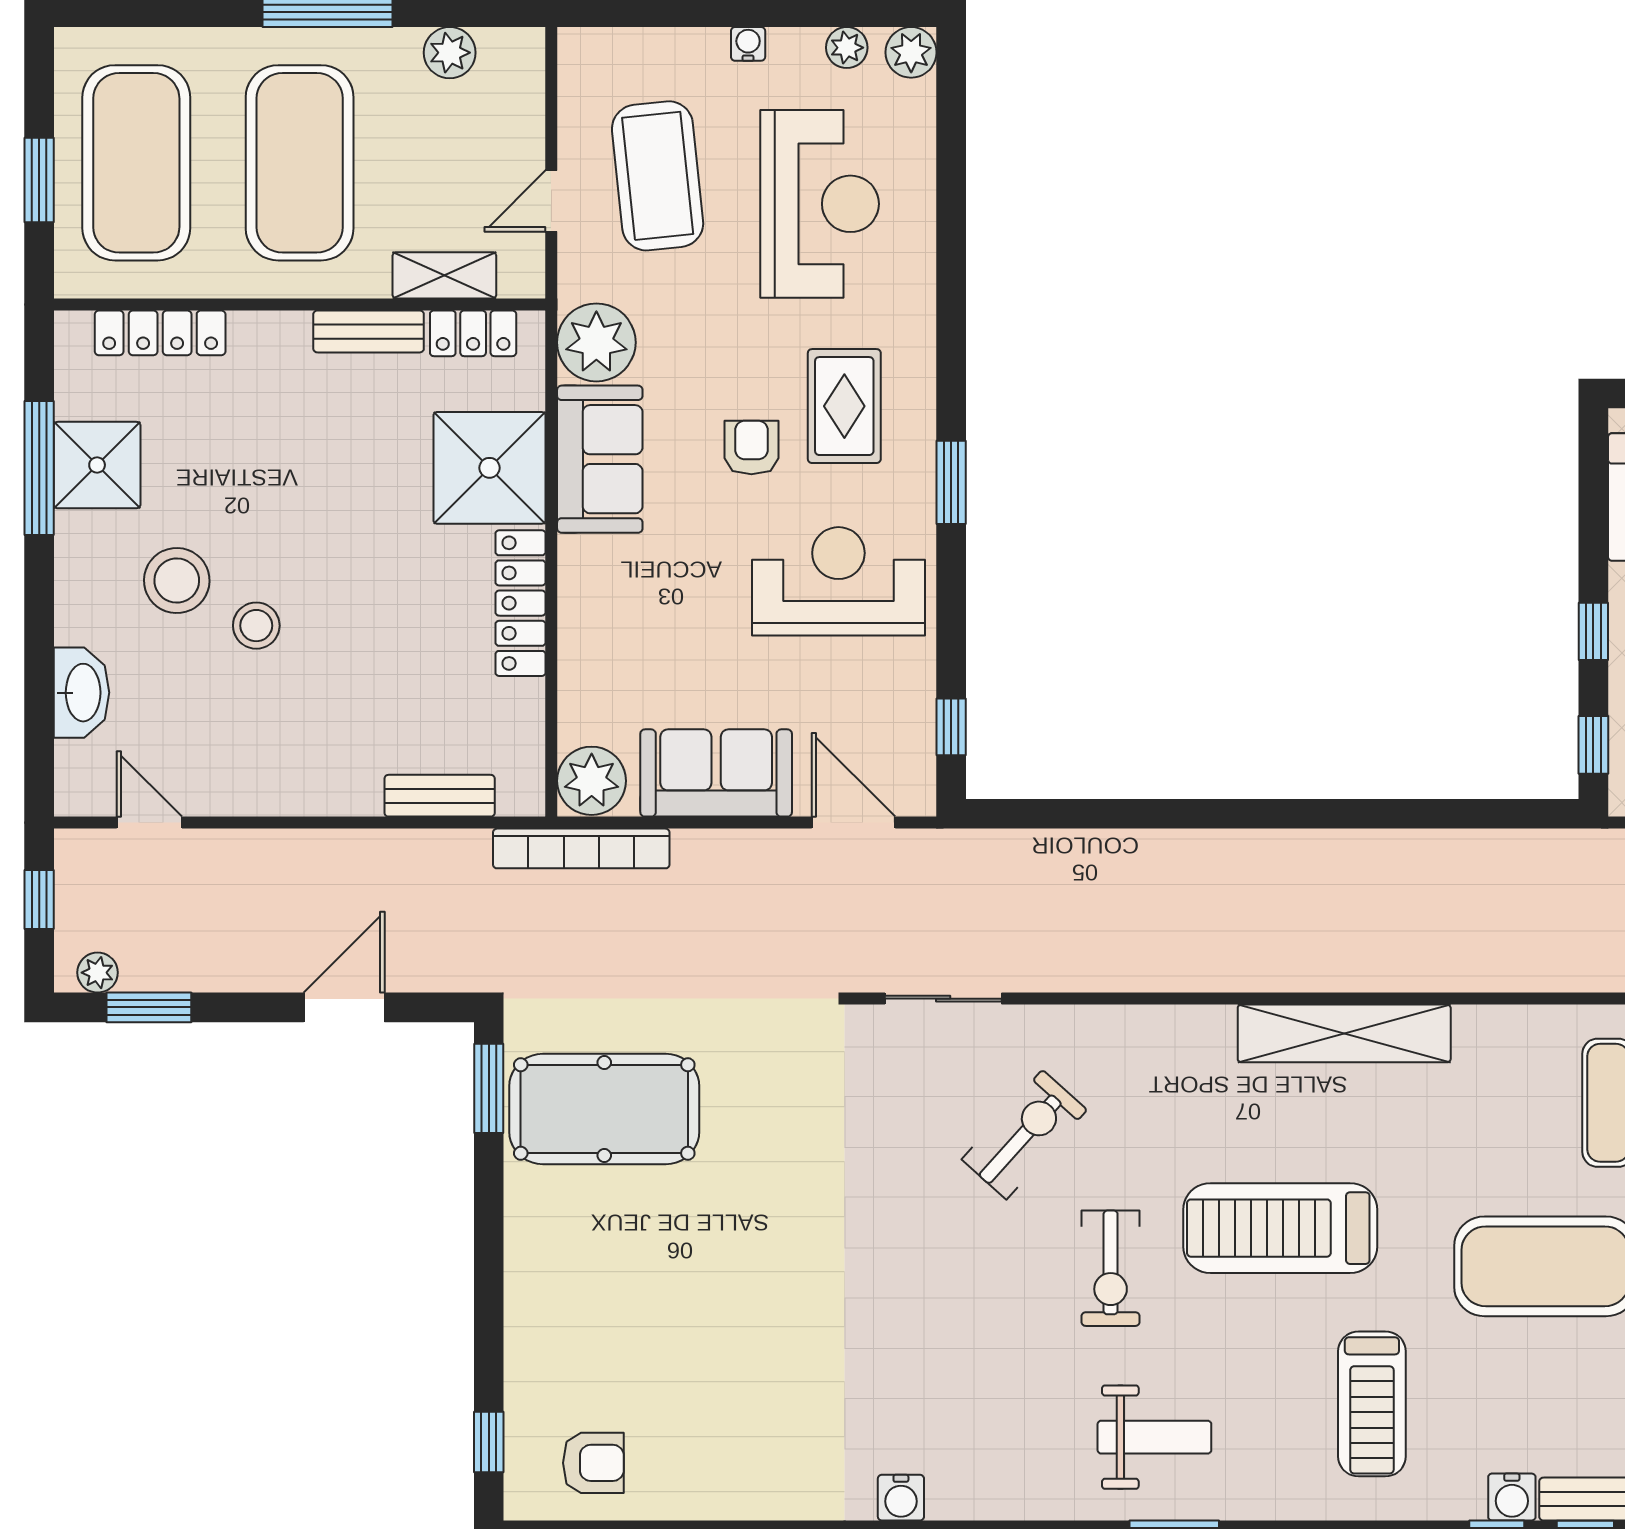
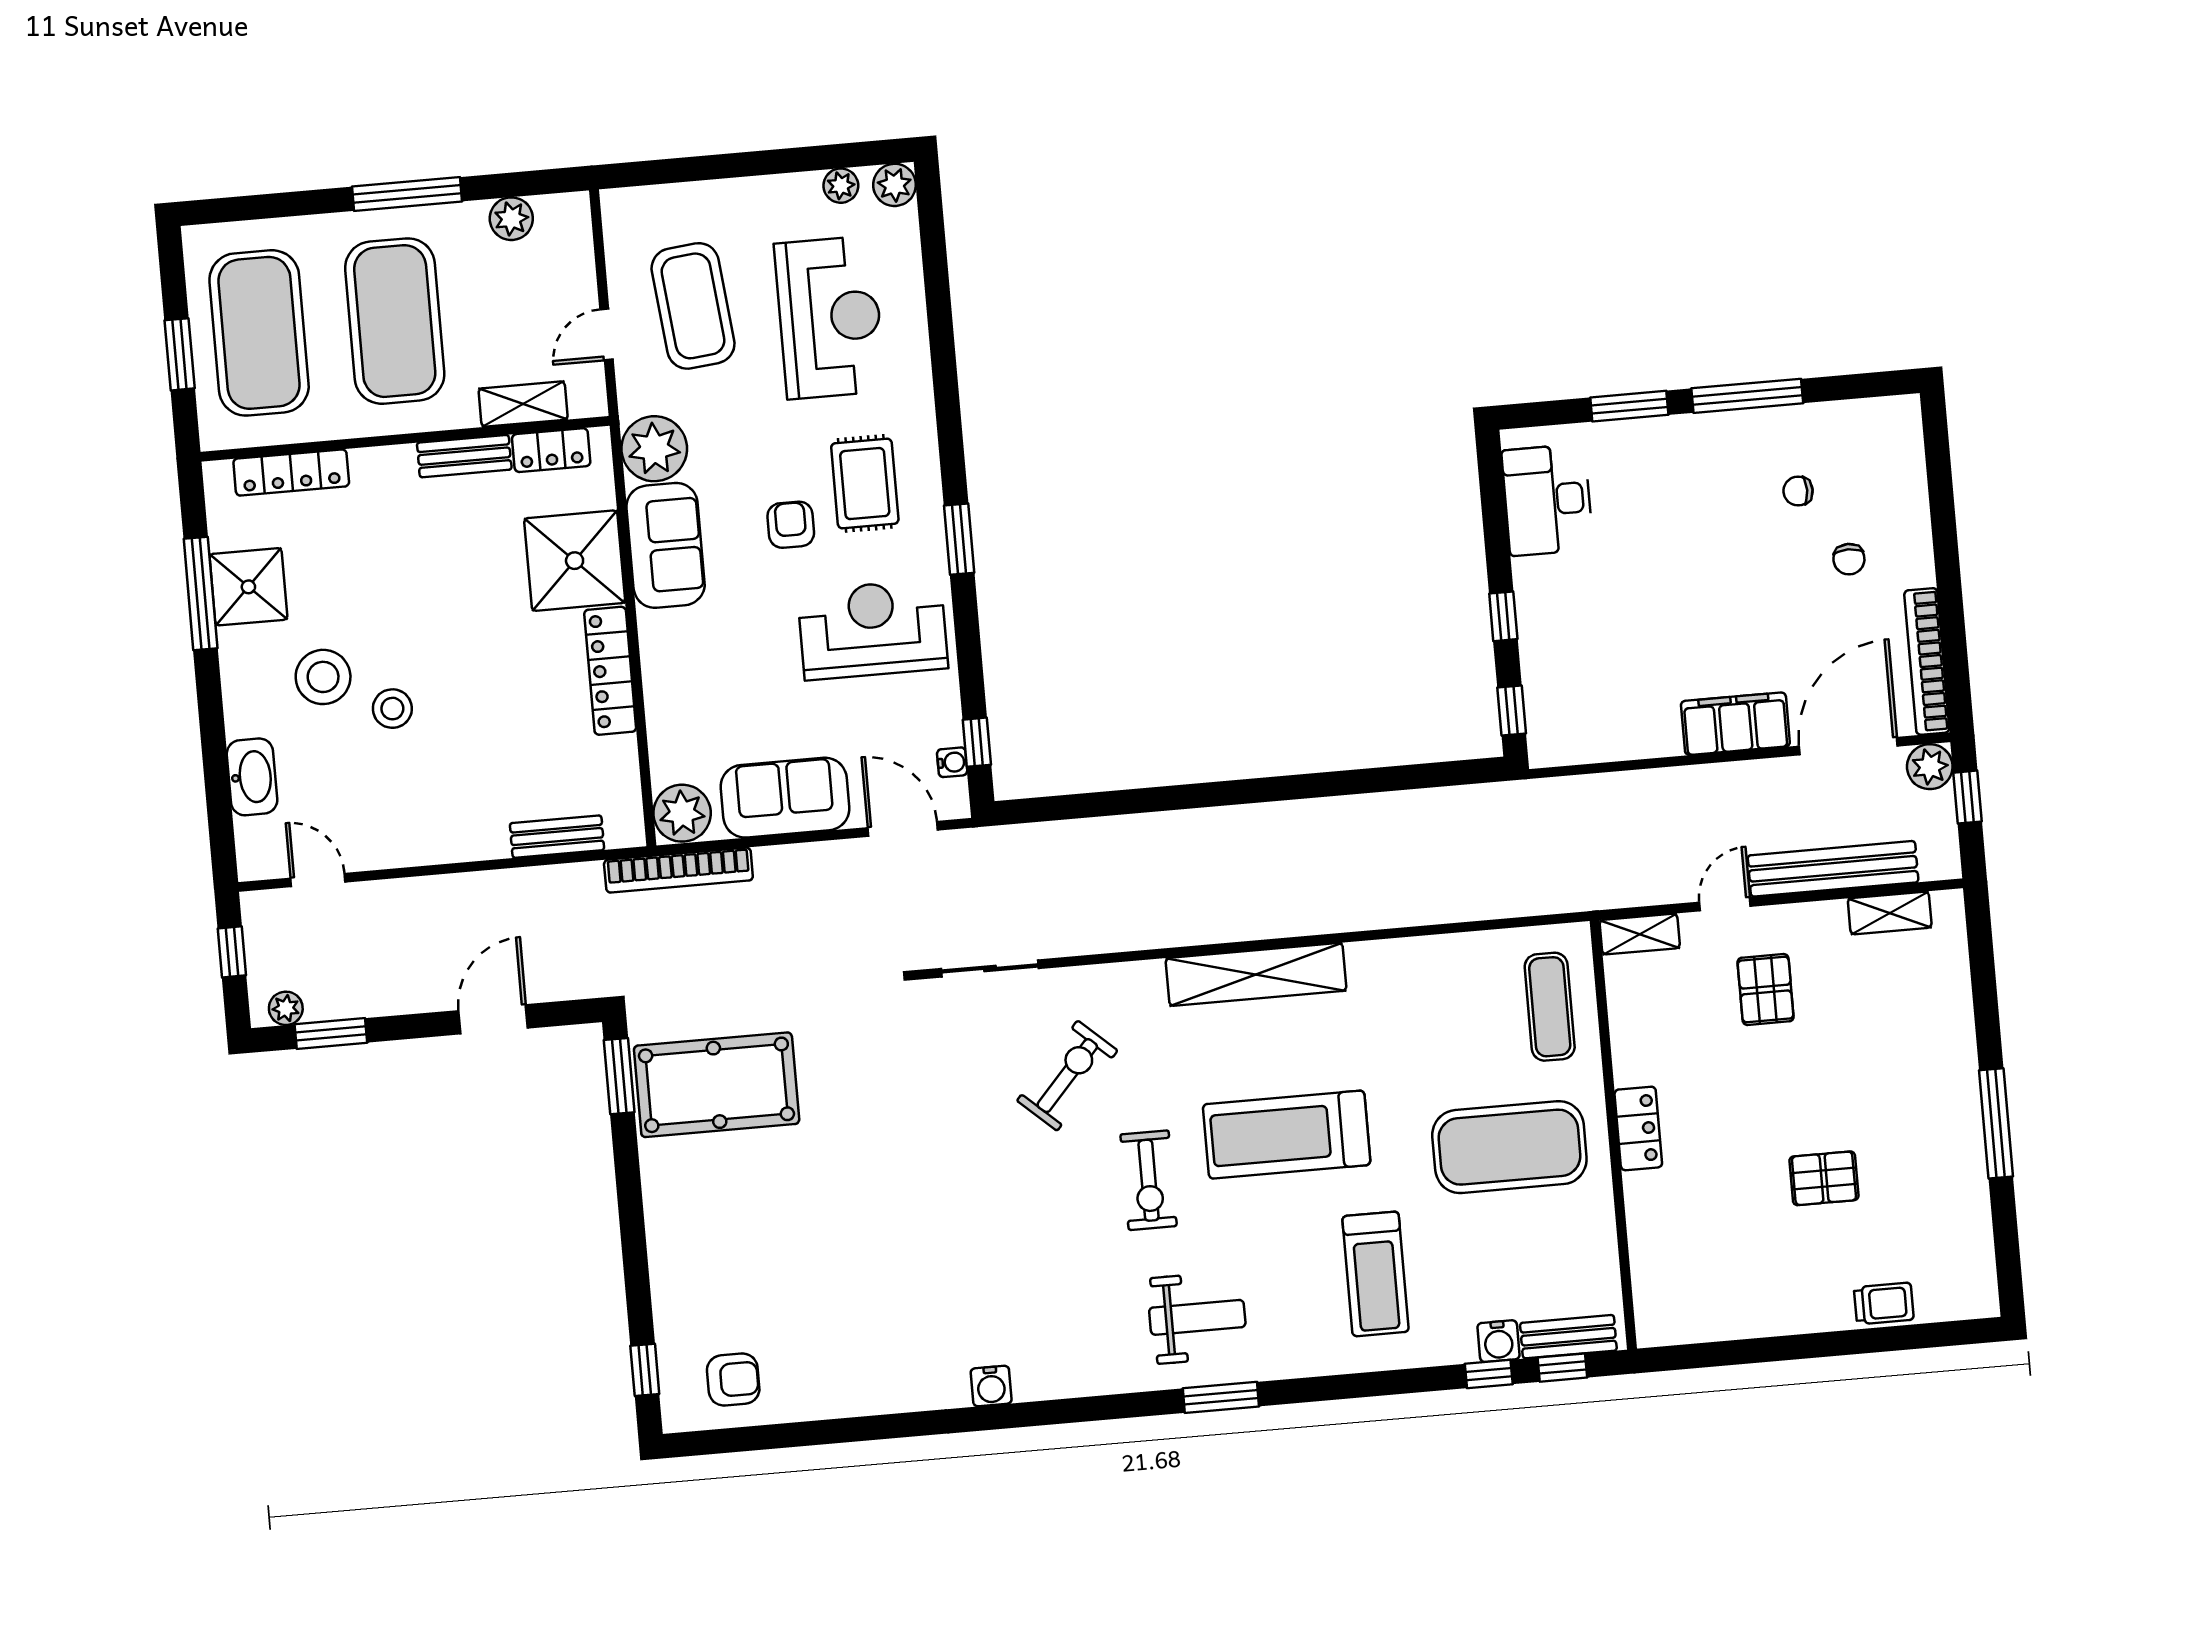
water cooler: (748, 44) -> (952, 762), moved, turned 90
shelving: (1344, 1033) -> (1256, 974), moved

